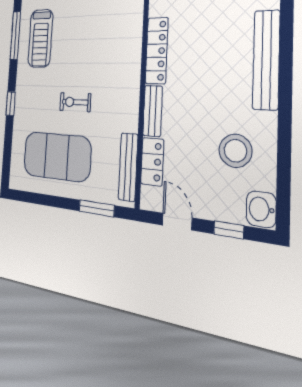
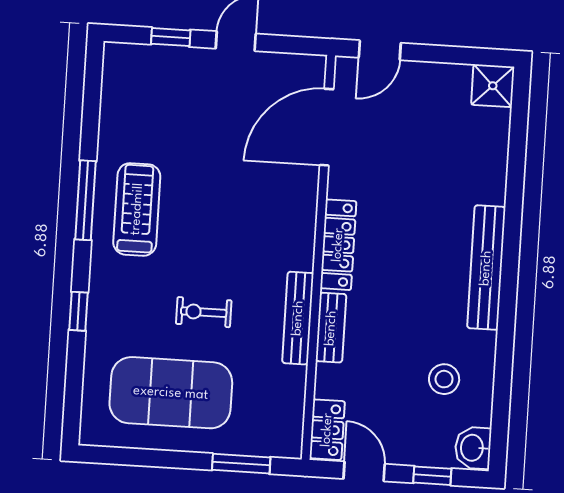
treadmill: (40, 38) -> (137, 209), turned 180
stool: (235, 151) -> (444, 379), width x0.73, depth x0.73
locker: (152, 162) -> (327, 430), moved
bench: (128, 167) -> (298, 318), moved

